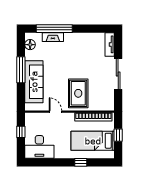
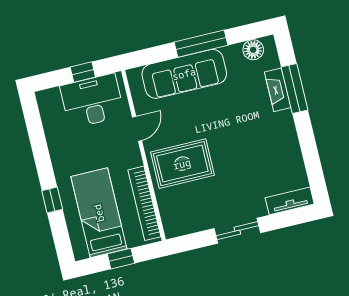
window: (54, 29) -> (295, 89), width x0.68
sliding door: (118, 74) -> (237, 231), width x0.73
desk: (39, 147) -> (92, 101), moved, turned 90

